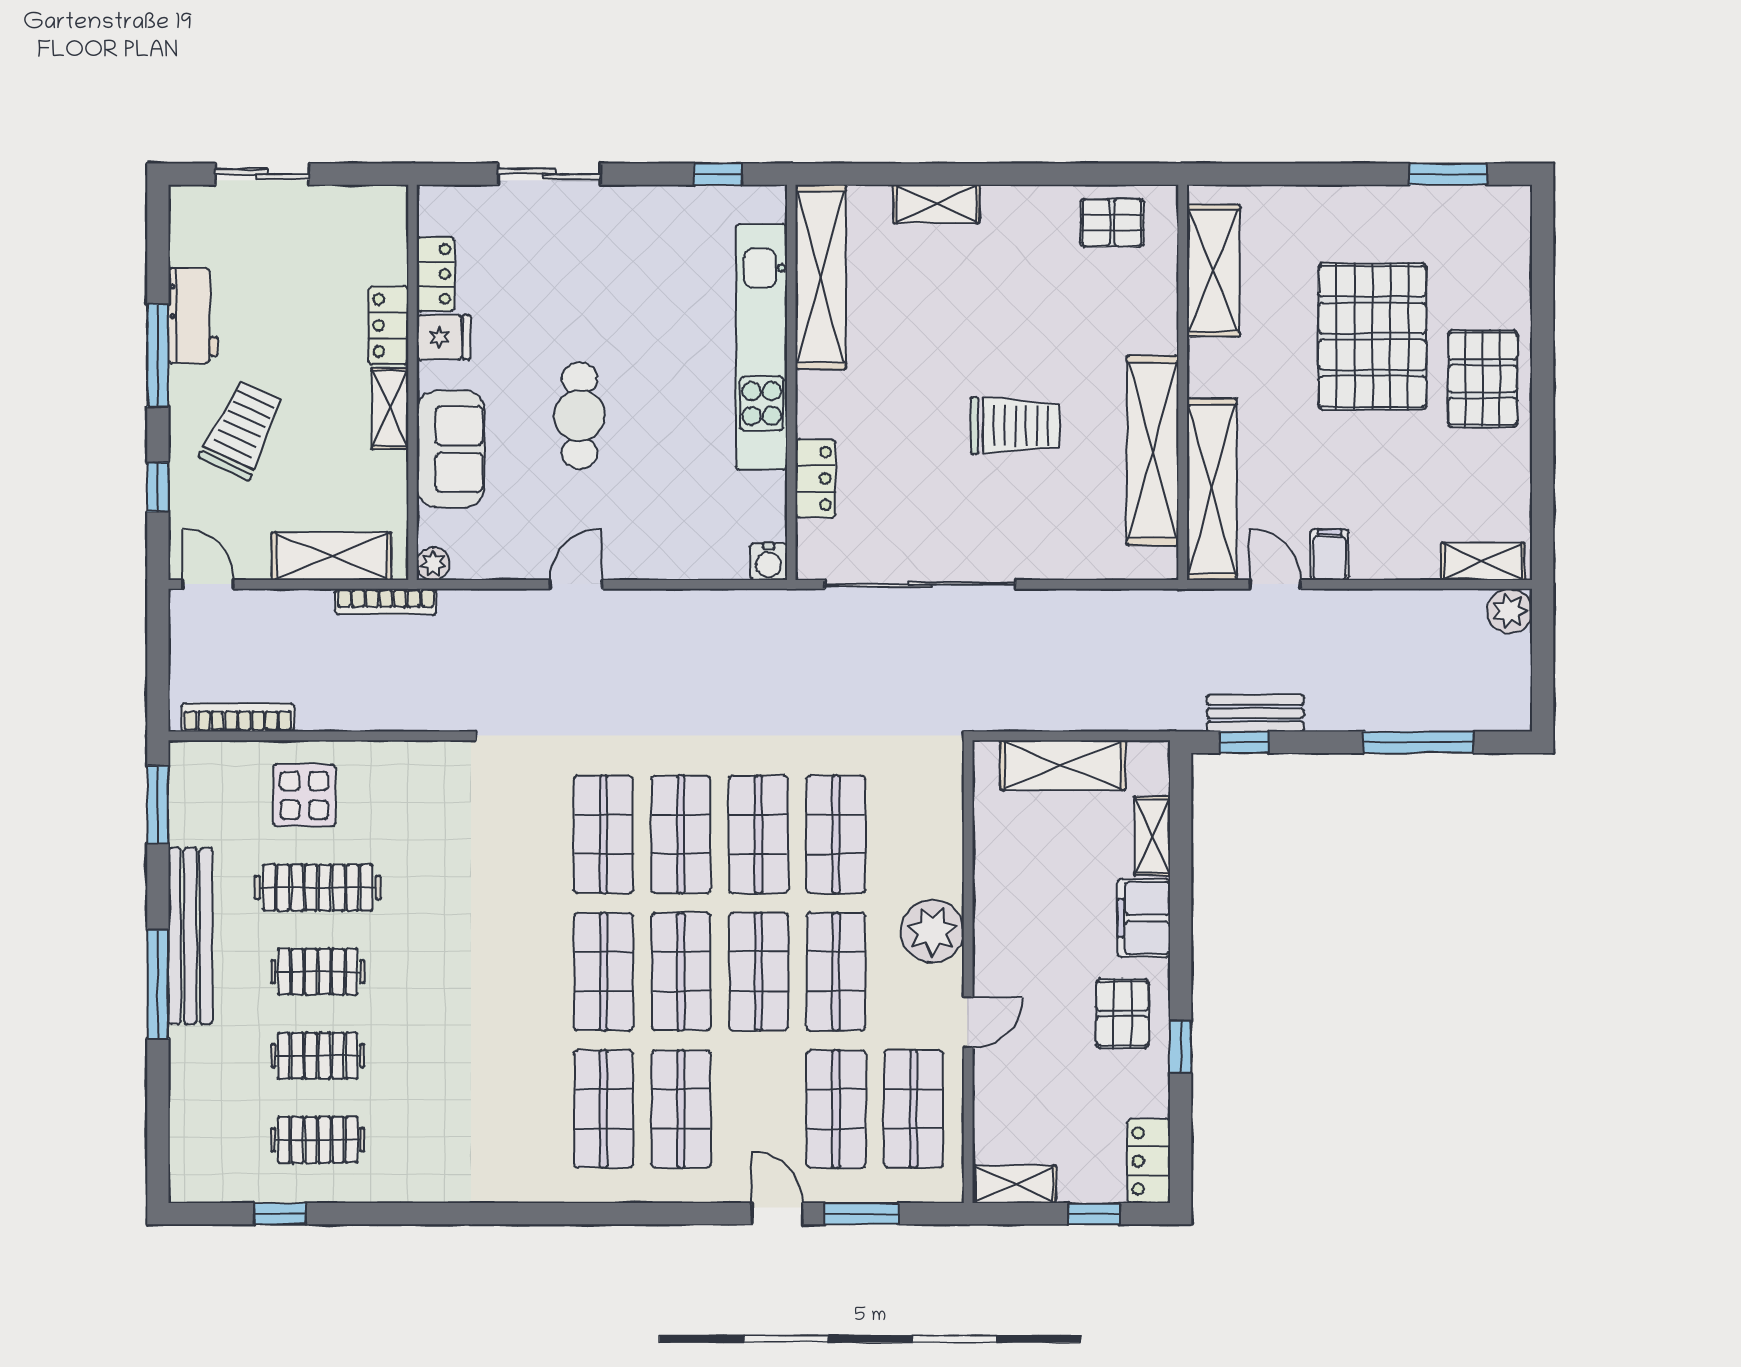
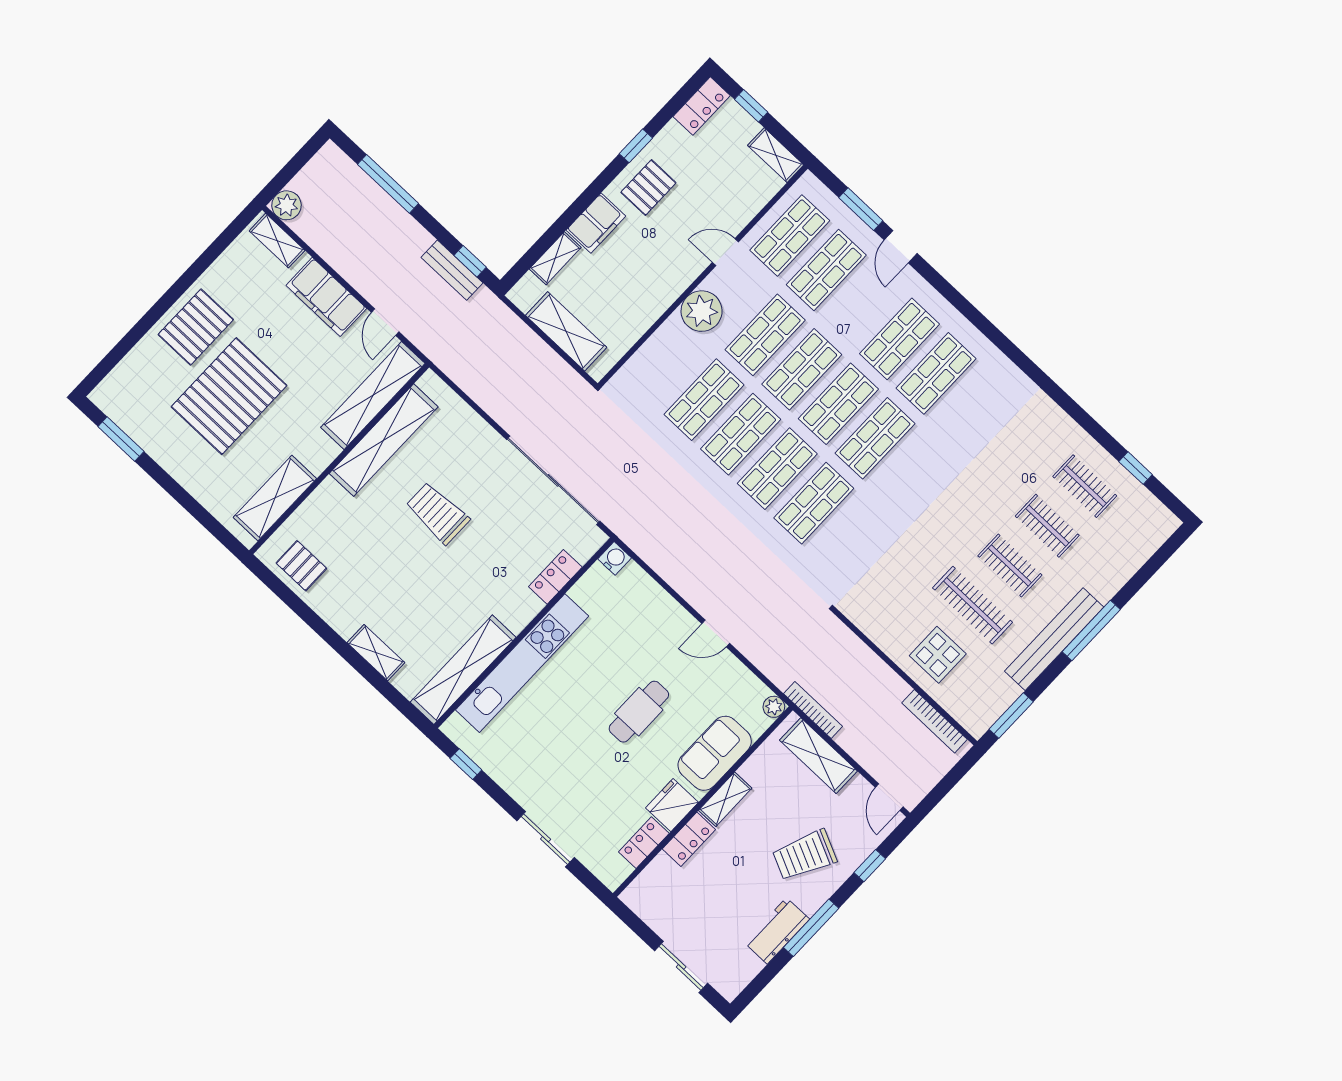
fridge: (444, 337) -> (672, 805), width x1.38
filing cabinet: (1330, 555) -> (326, 297), width x3.00, depth x1.17

